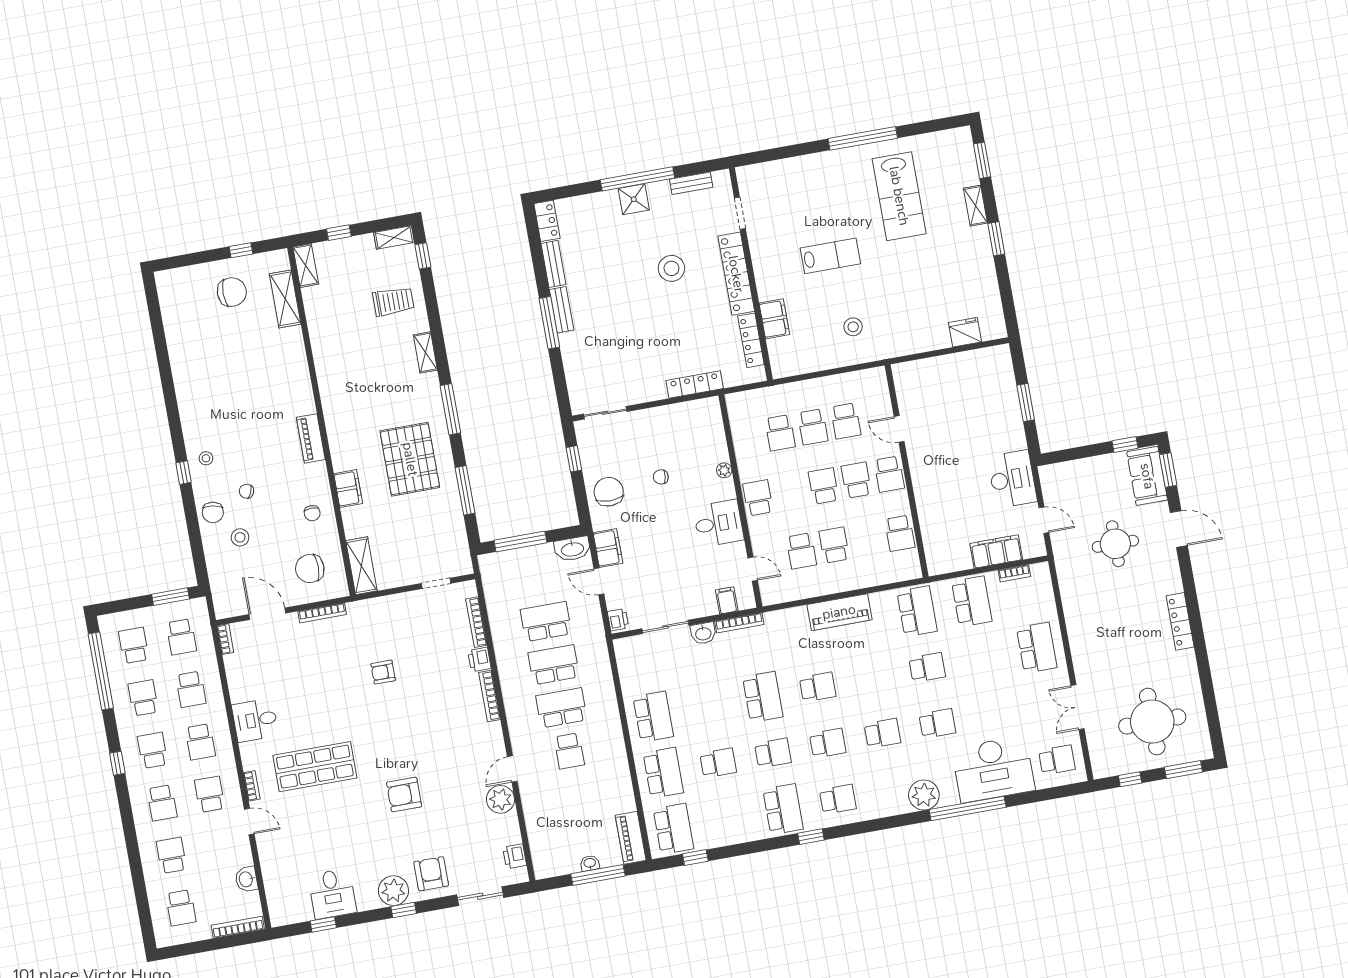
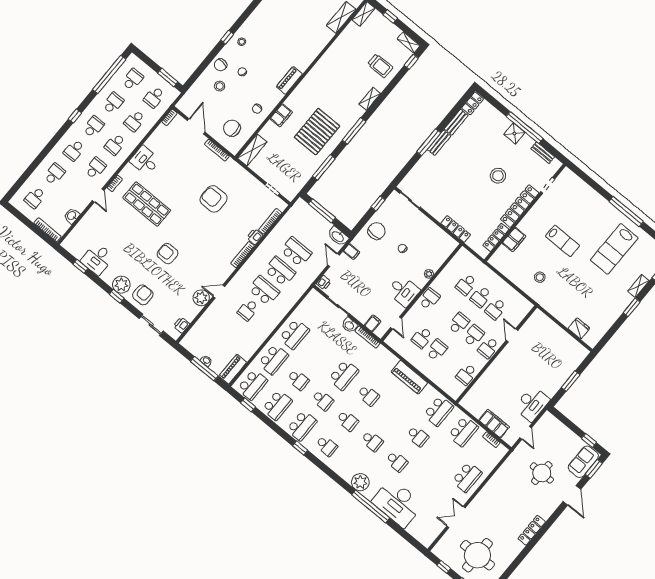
filing cabinet: (608, 548) -> (352, 252), width x0.50
armchair: (383, 672) -> (214, 199), width x1.88, depth x1.88
school desk: (1057, 760) -> (277, 405), moved, width x1.85

